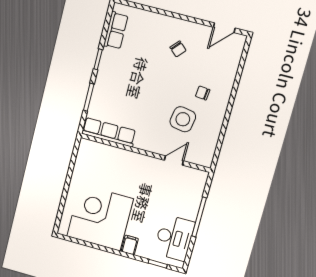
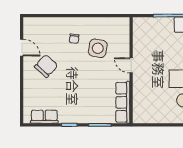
door: (224, 28) -> (22, 48), moved
chair: (178, 49) -> (46, 66), width x1.87, depth x1.87
door: (174, 161) -> (131, 65), moved

